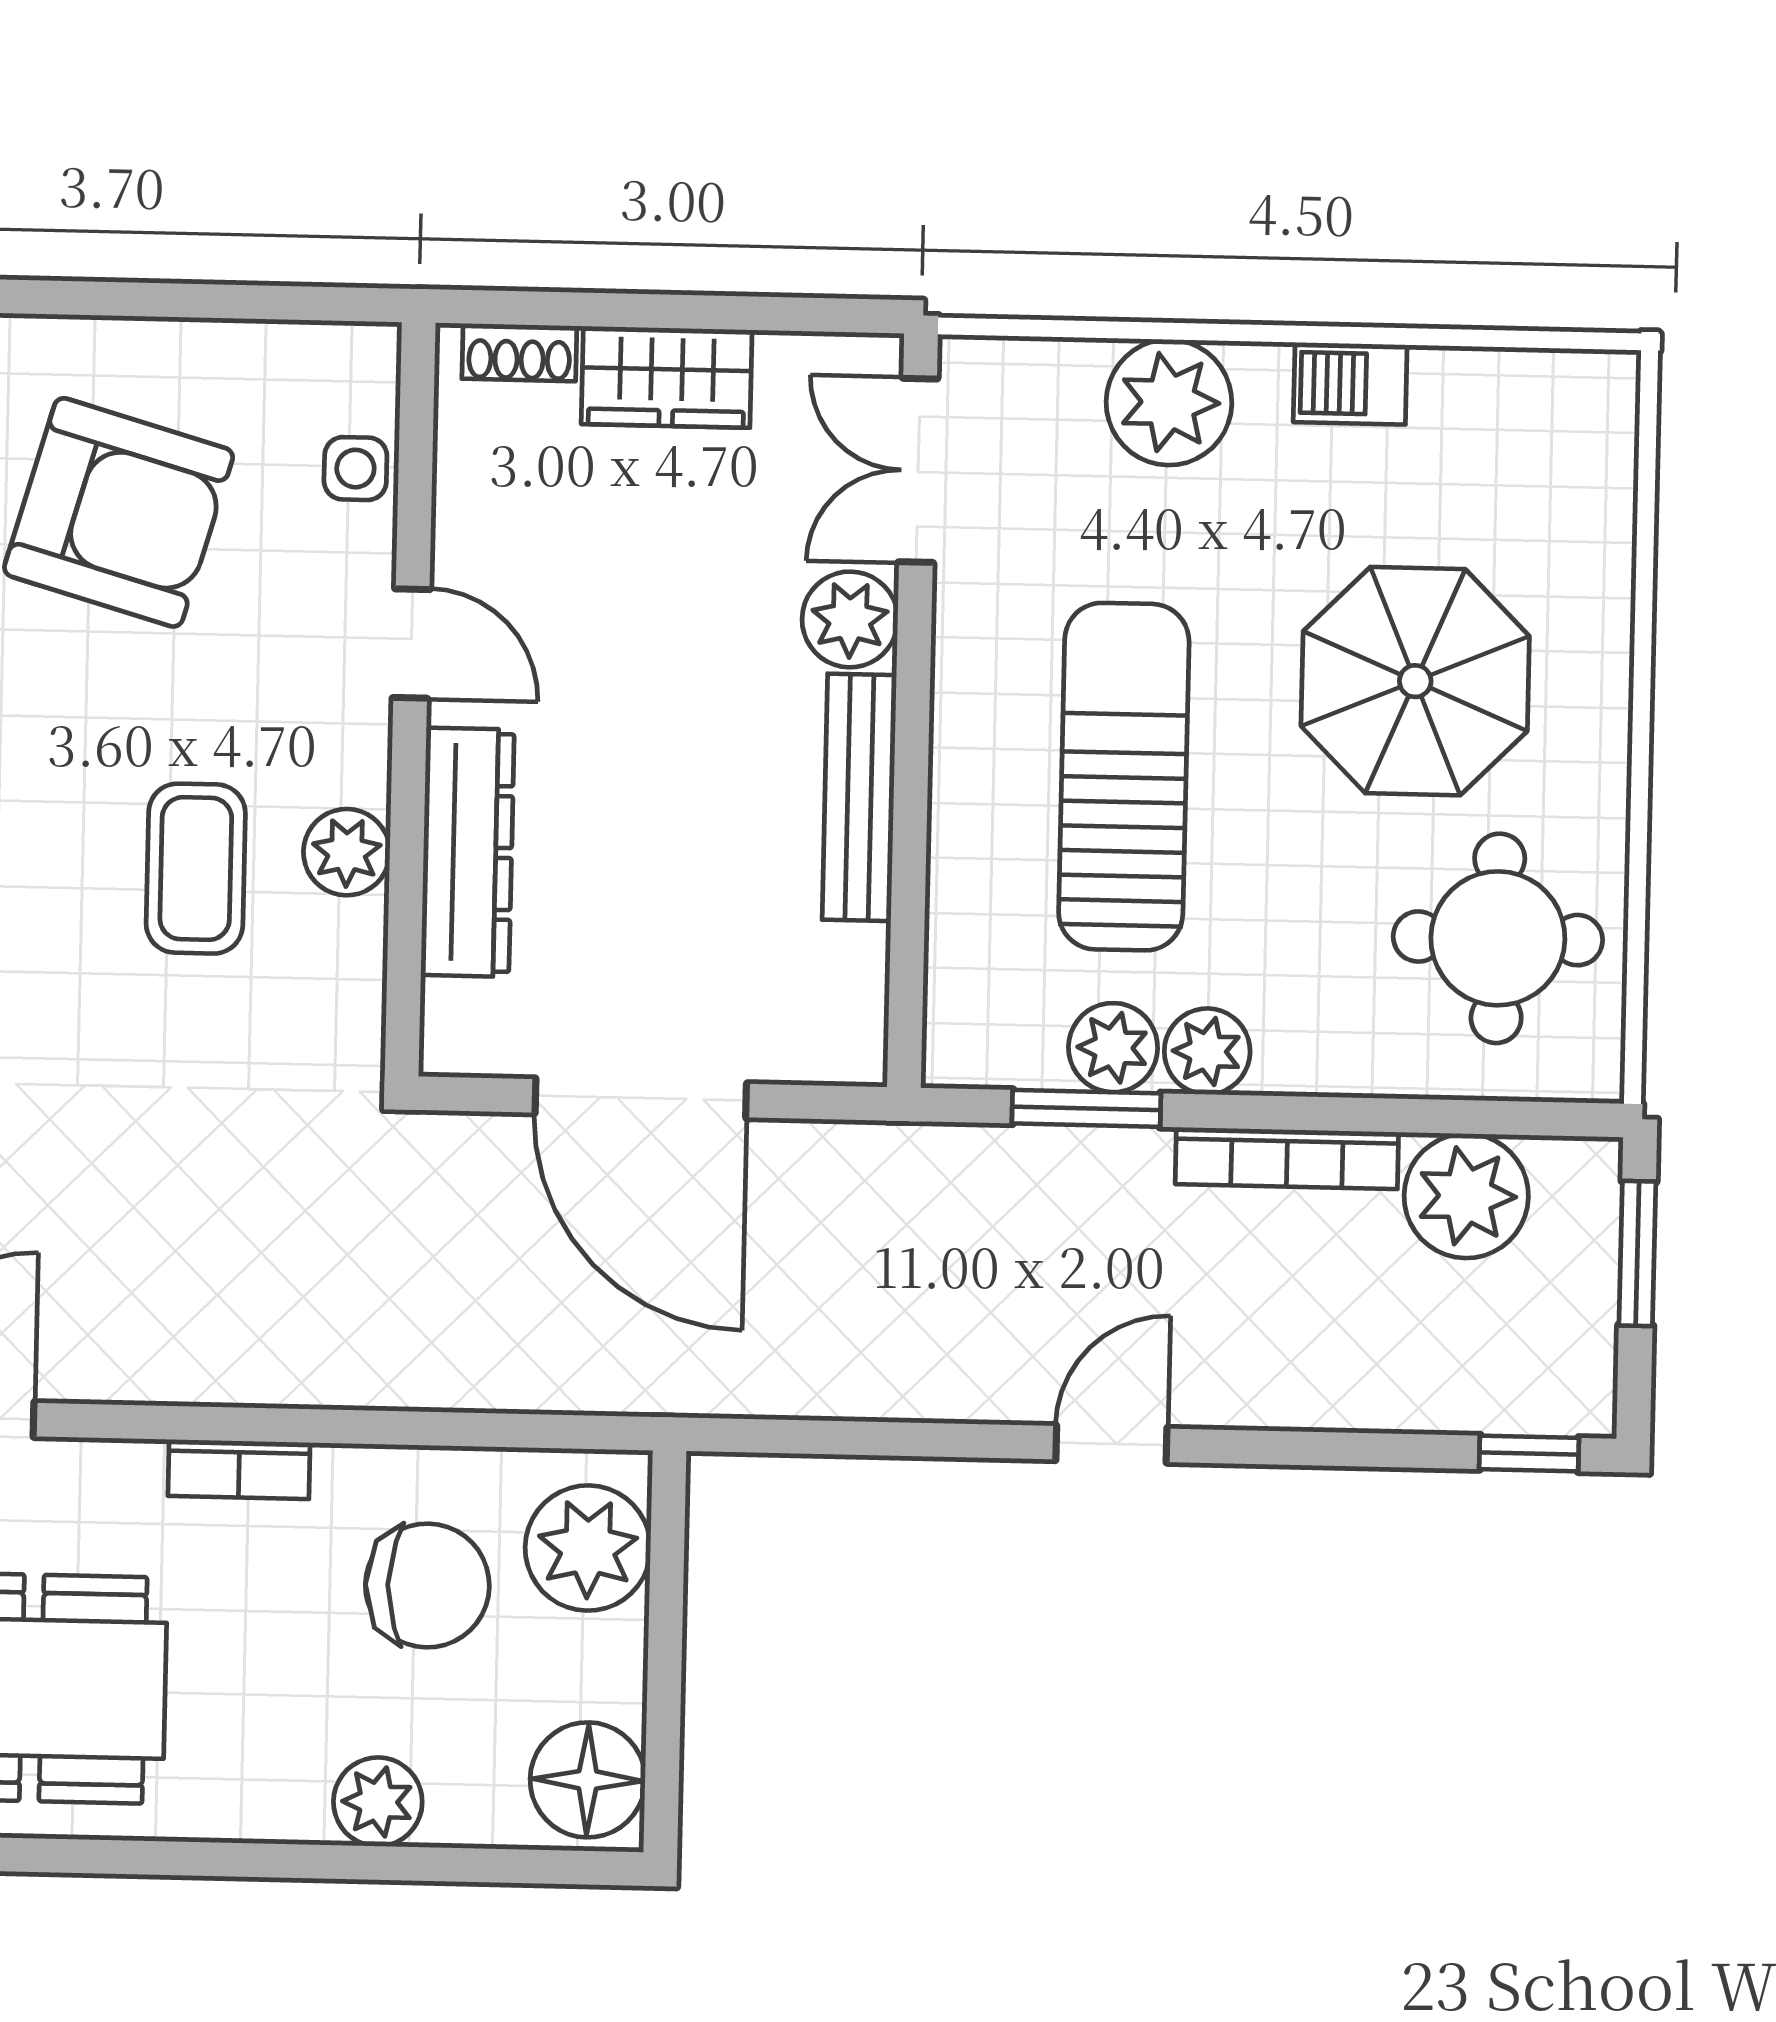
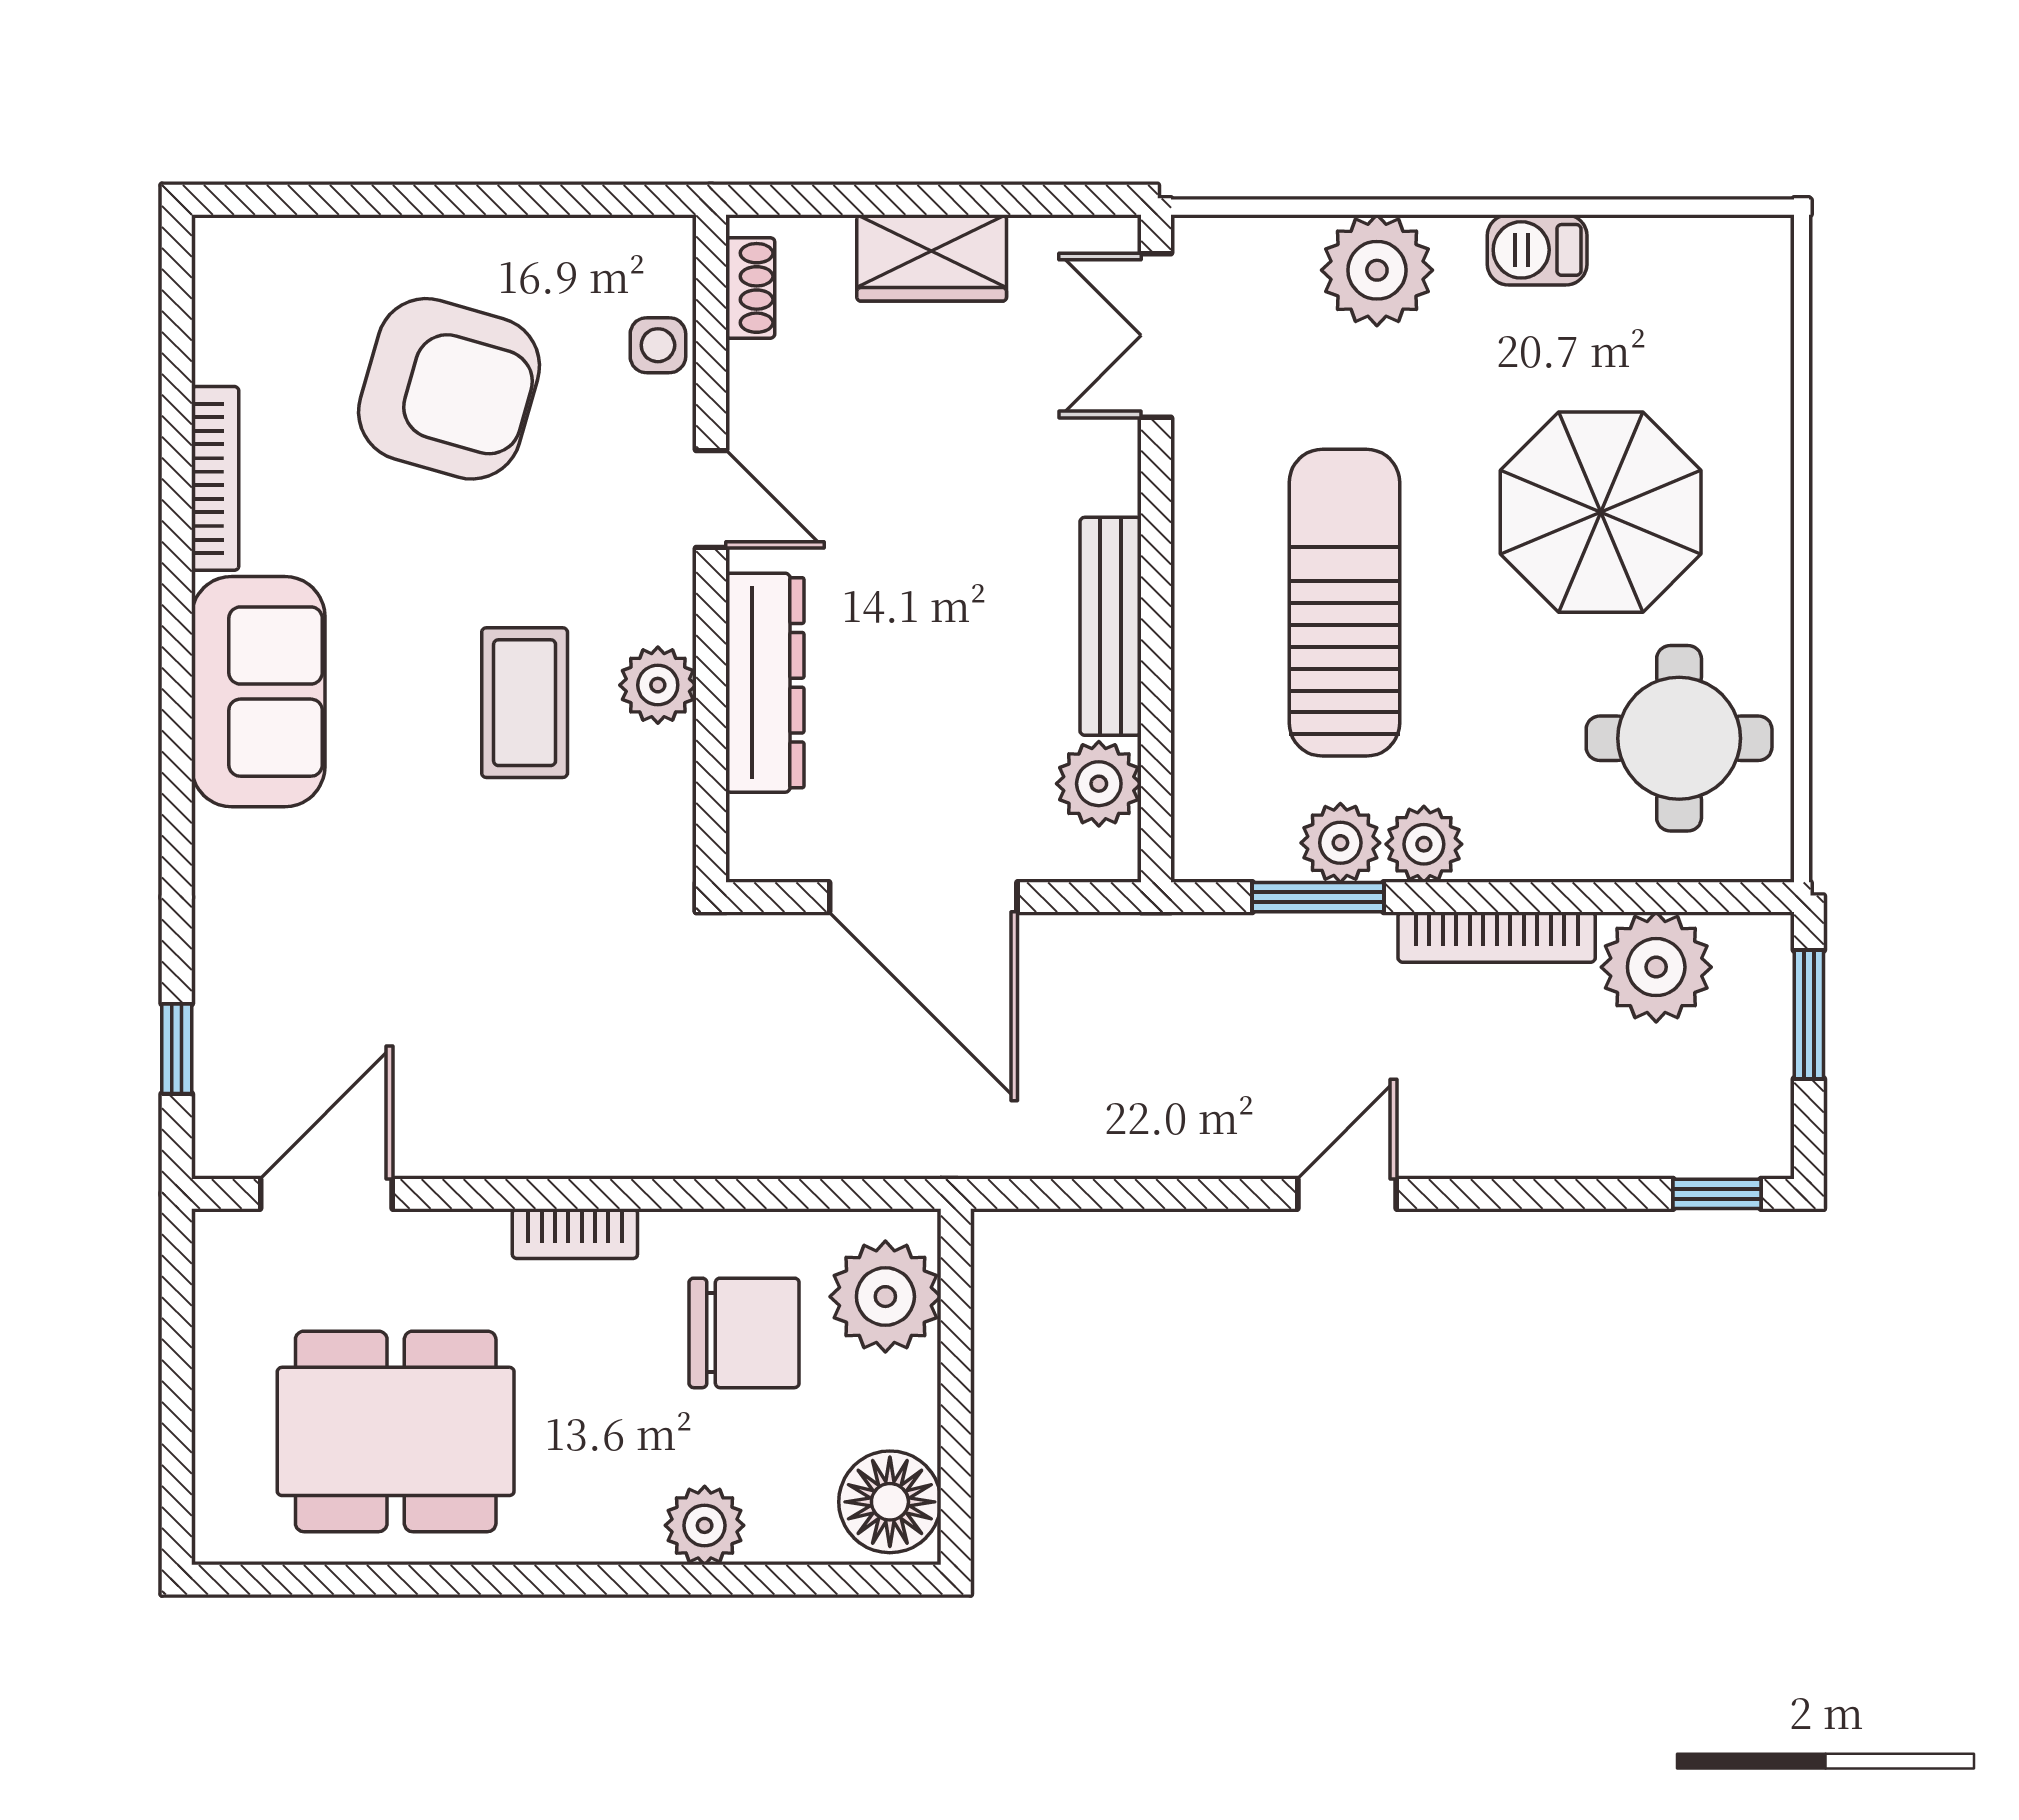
shoe rack: (519, 352) -> (750, 288), moved, turned -90
plant: (850, 619) -> (1099, 784), moved

